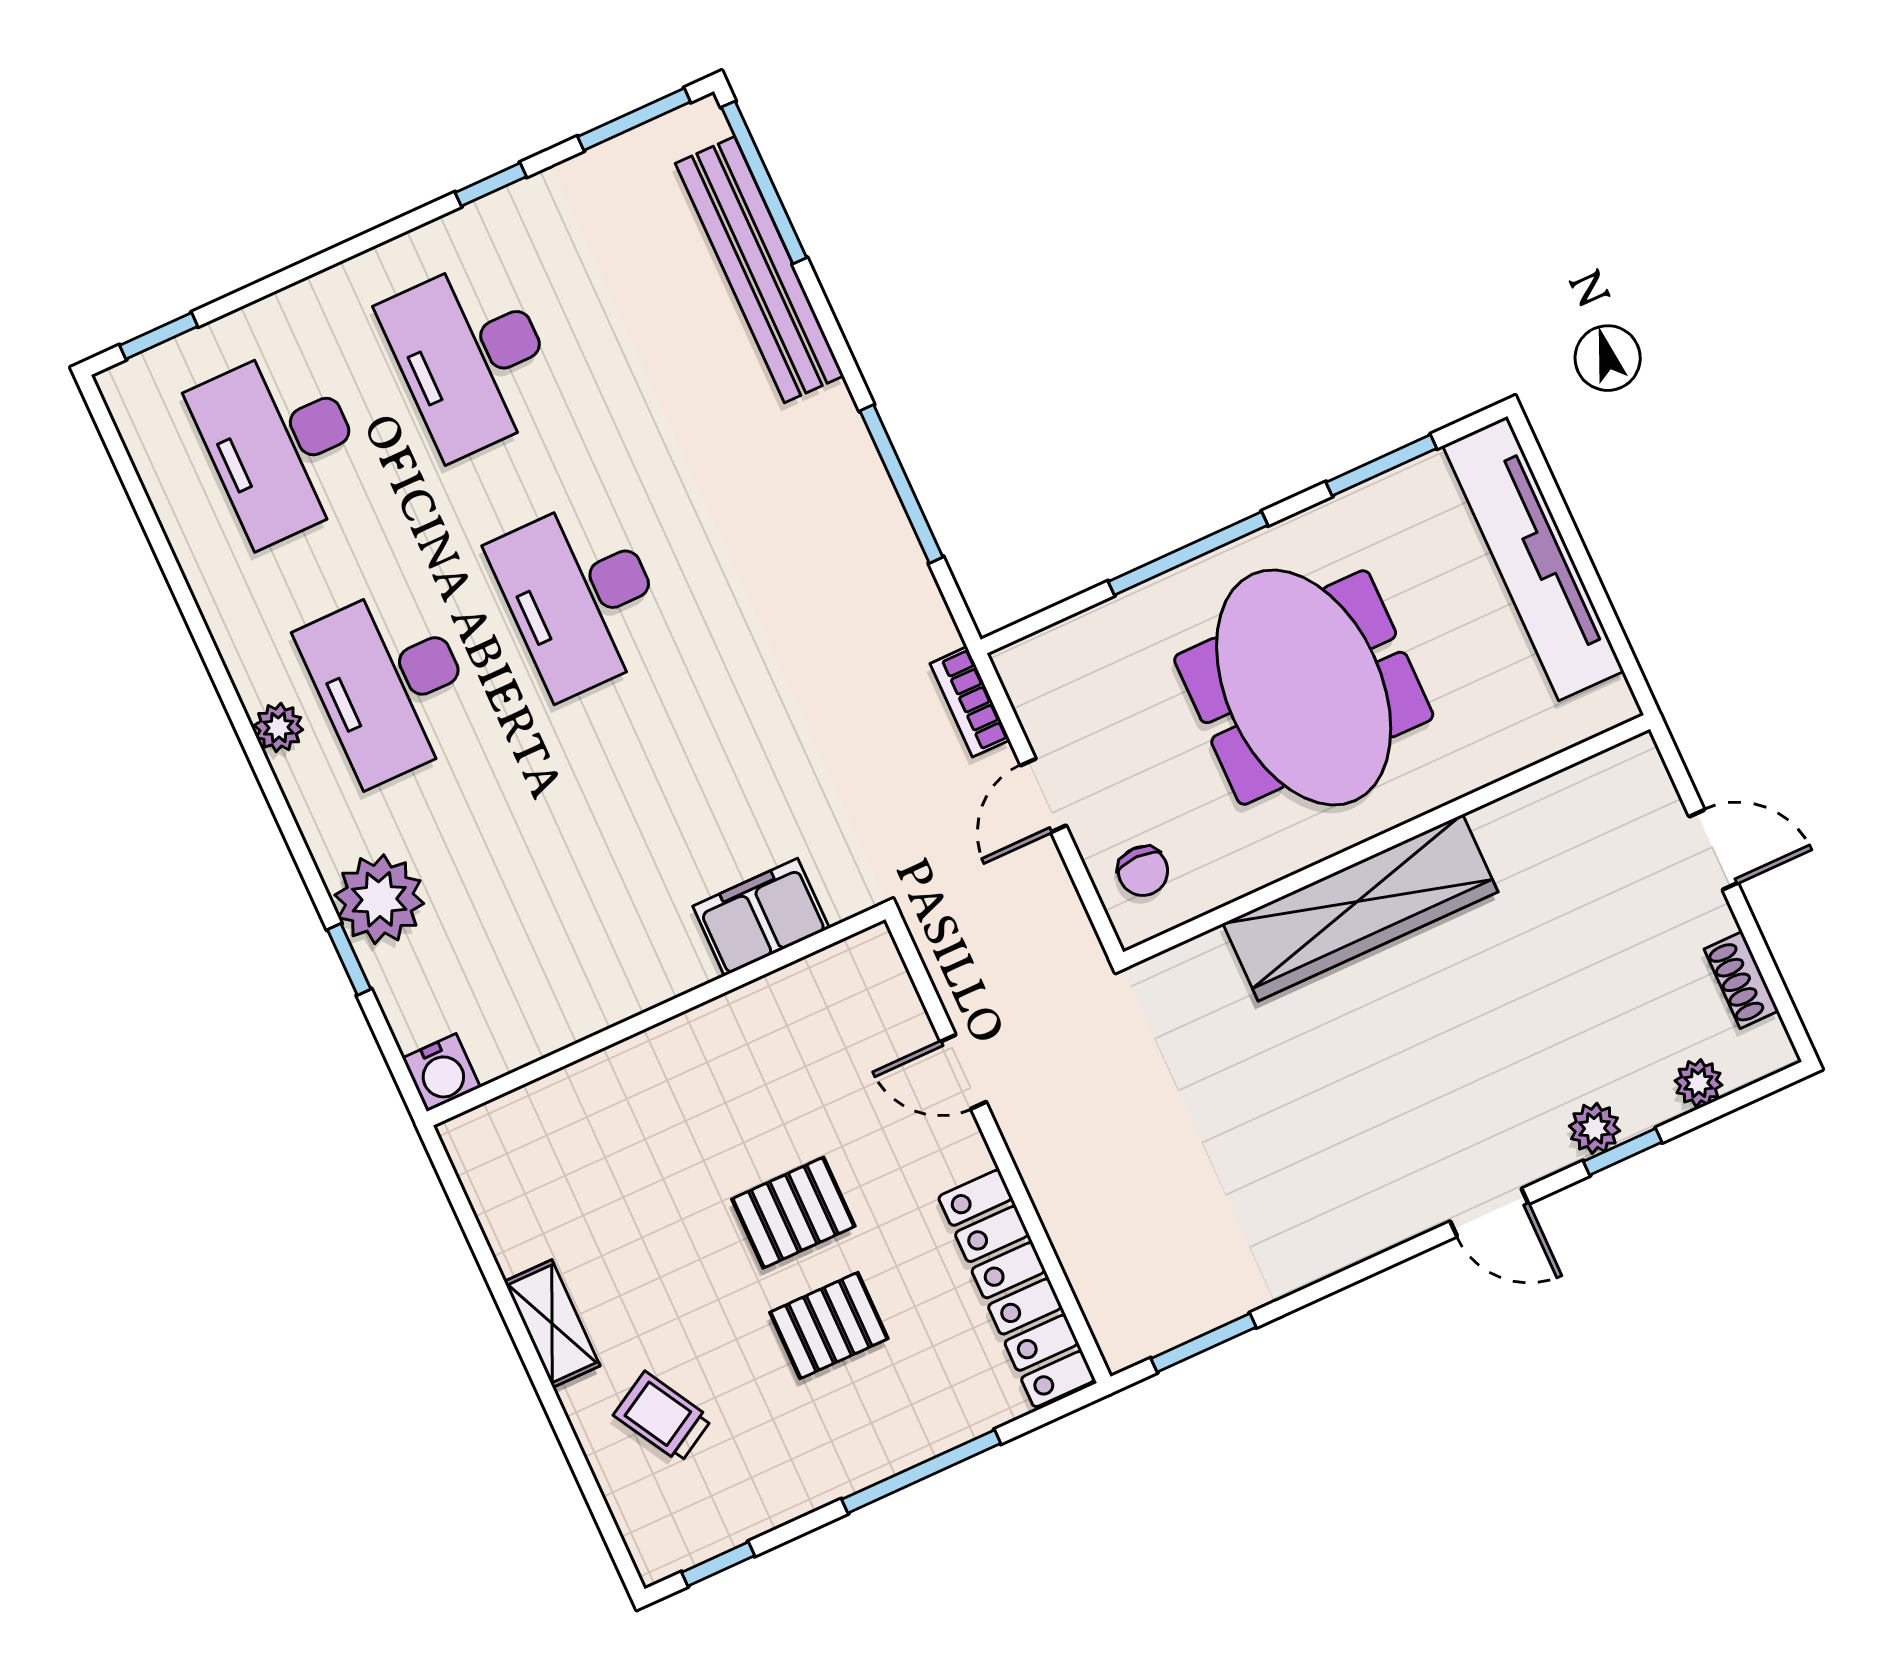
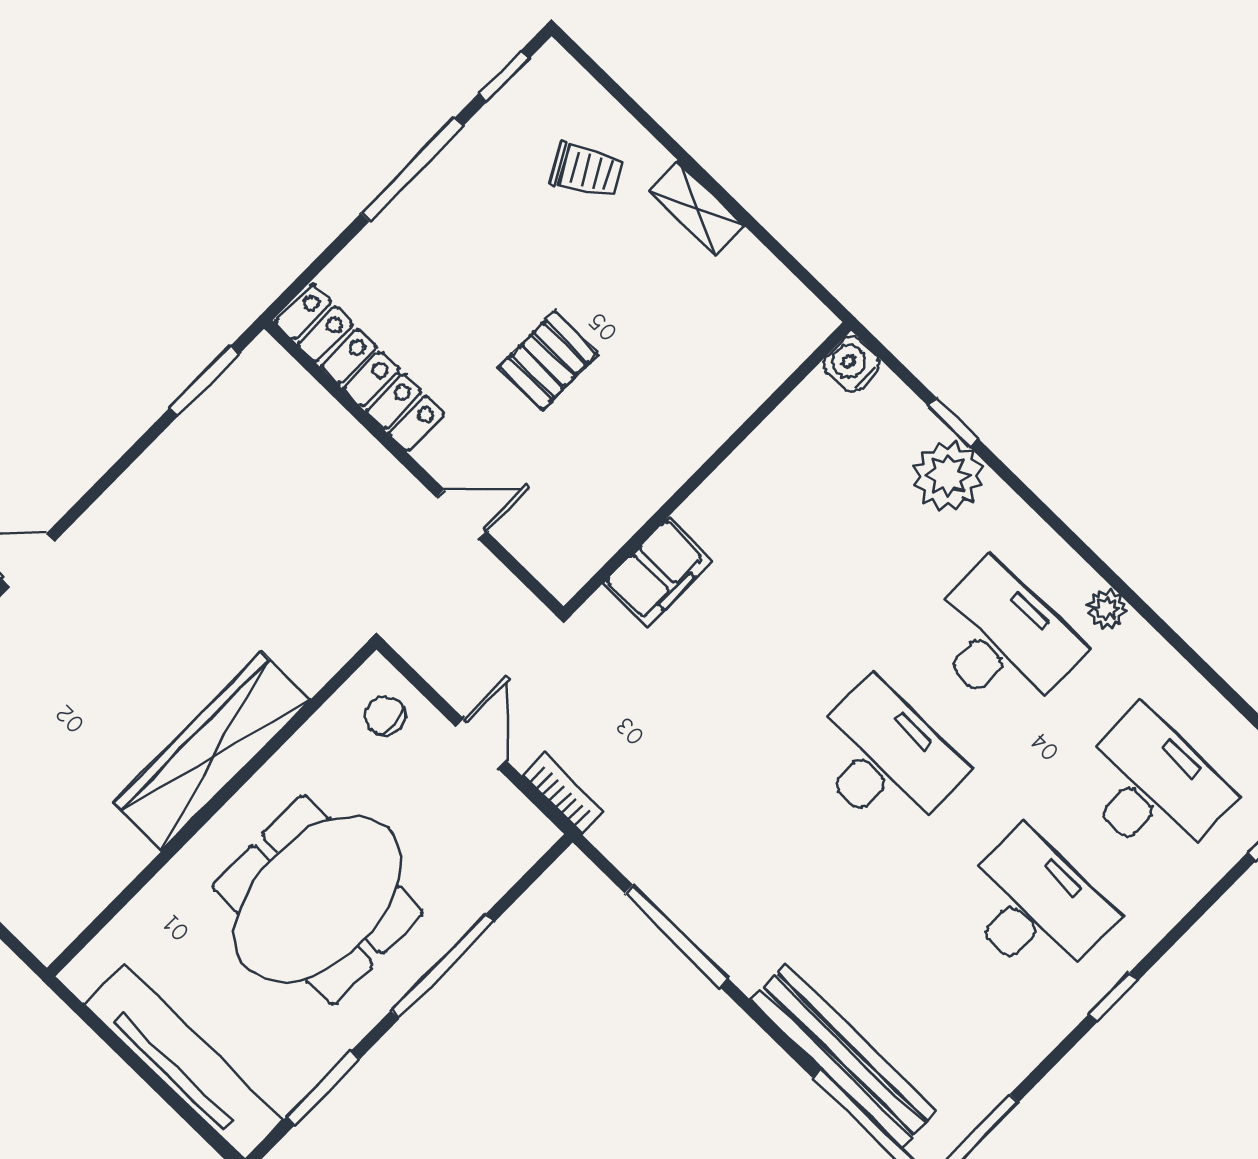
window: (491, 185) -> (1113, 997), moved
meeting table: (1304, 687) -> (318, 899), turned 90
plant: (279, 728) -> (1106, 609), moved
pallet: (829, 1326) -> (489, 286), removed
window: (921, 1471) -> (412, 169), moved

